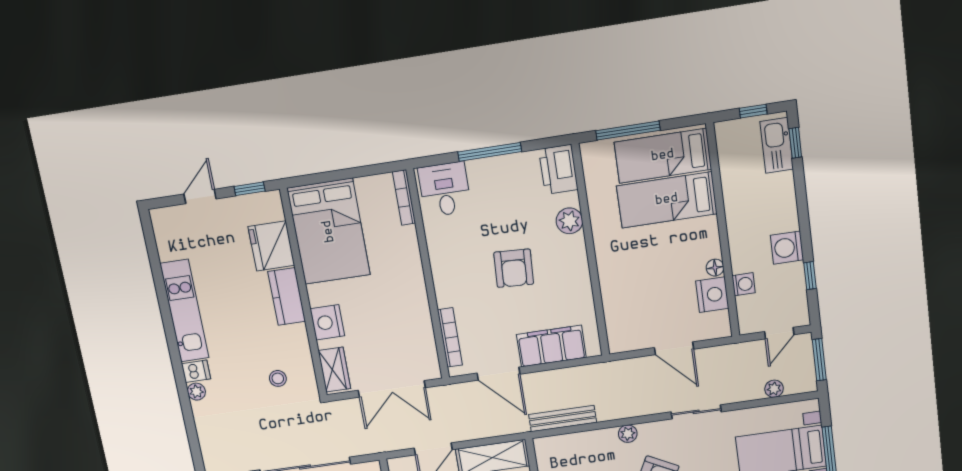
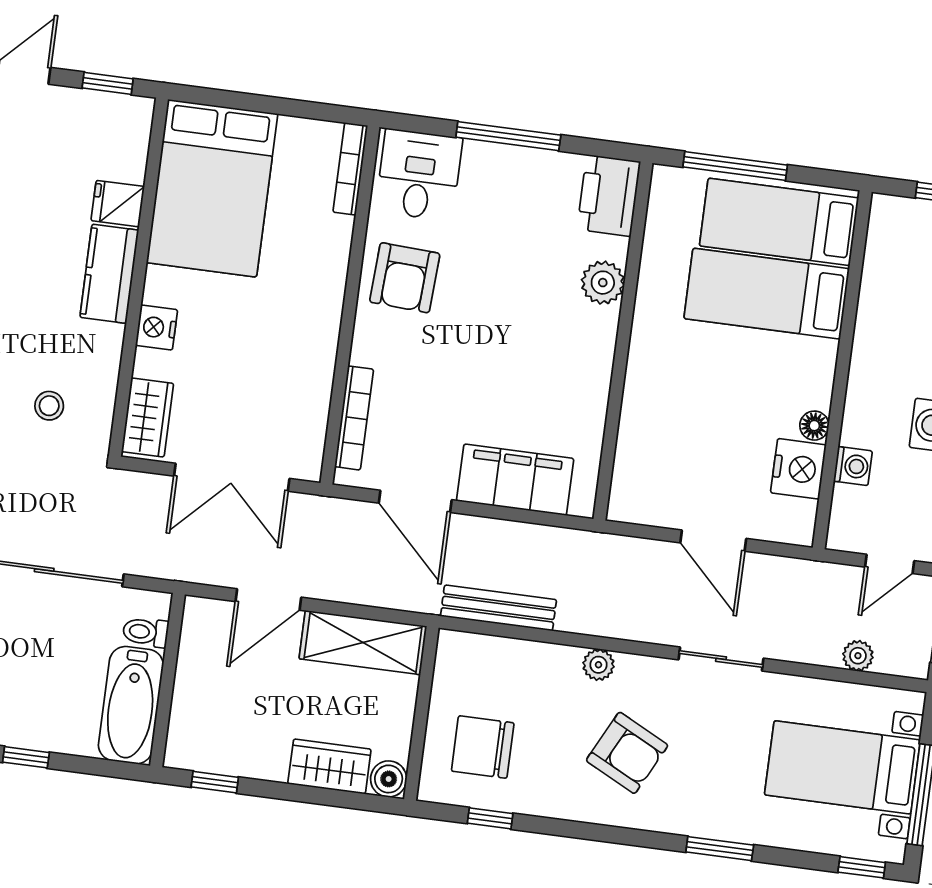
fridge: (271, 246) -> (118, 204), width x0.53, depth x0.75
armchair: (514, 268) -> (405, 278), moved
nightstand: (327, 322) -> (157, 327), width x0.74, depth x0.75

